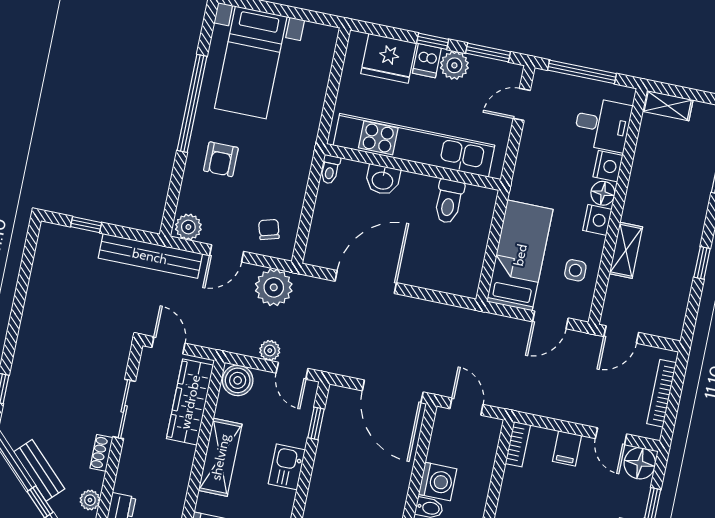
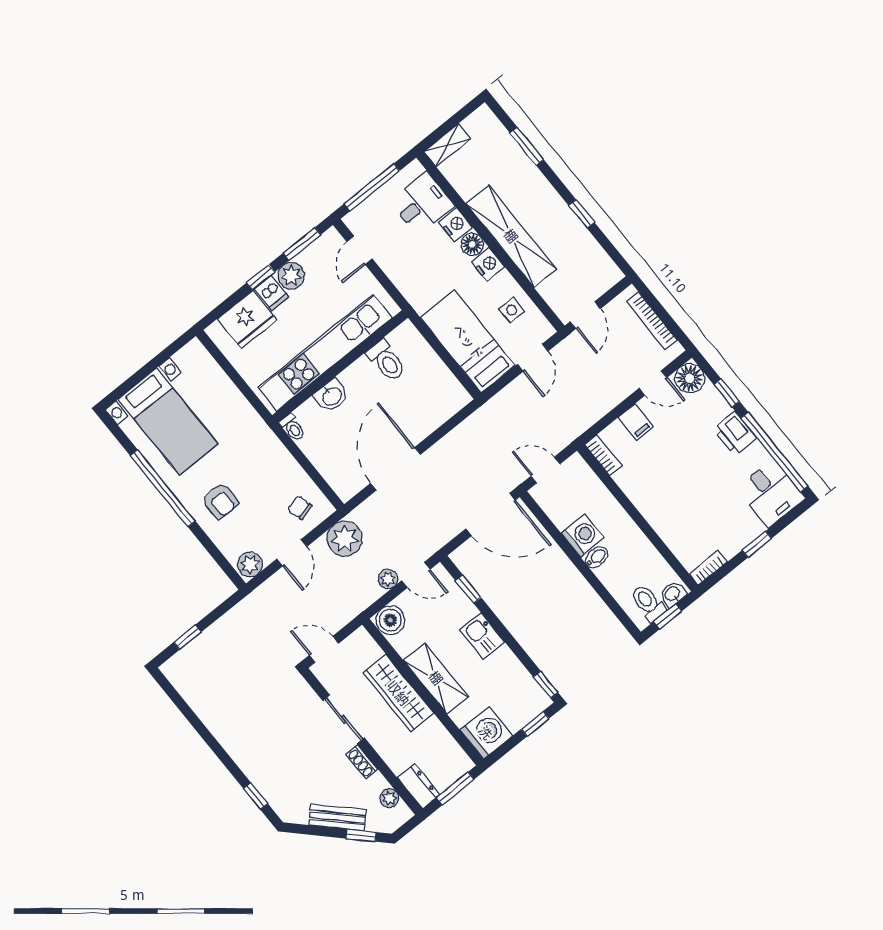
shelving: (626, 250) -> (511, 236), width x2.20, depth x1.33
bench: (150, 256) -> (248, 609), removed
wardrobe: (190, 402) -> (398, 693), moved

